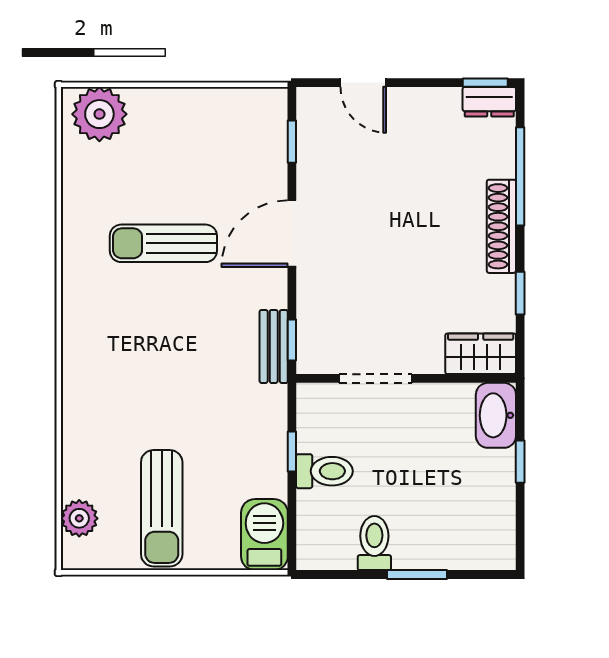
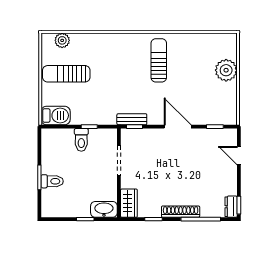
door: (363, 83) -> (239, 156), hinge flipped
plant: (99, 114) -> (226, 70), moved
sun lounger: (163, 243) -> (159, 60), moved
toilet: (374, 543) -> (52, 181), moved

